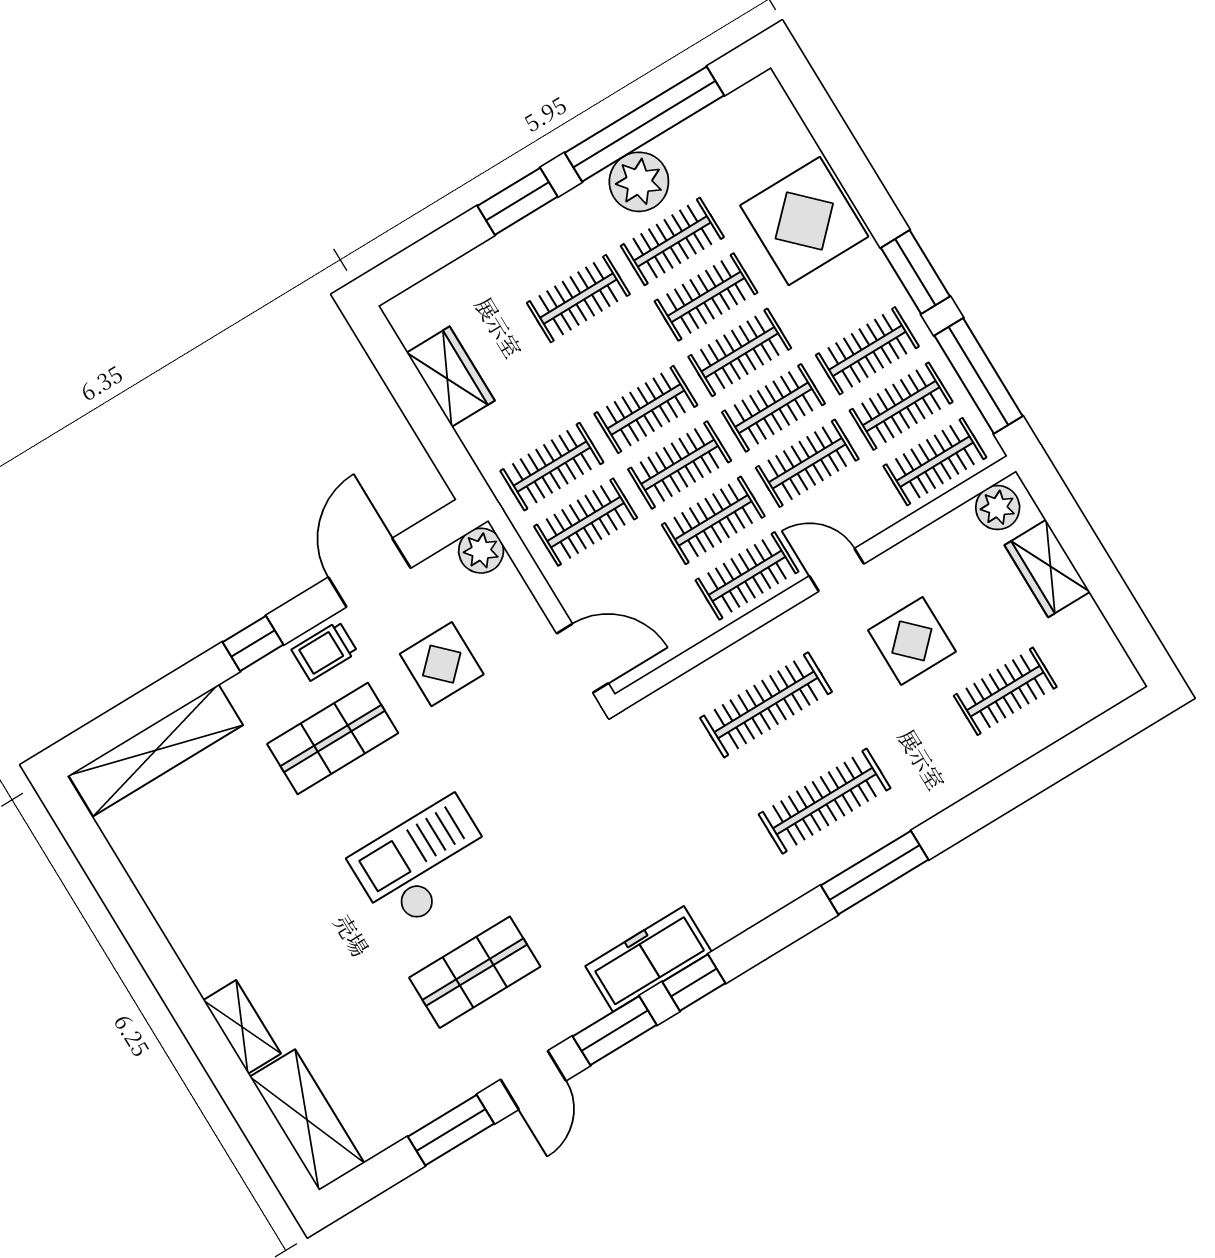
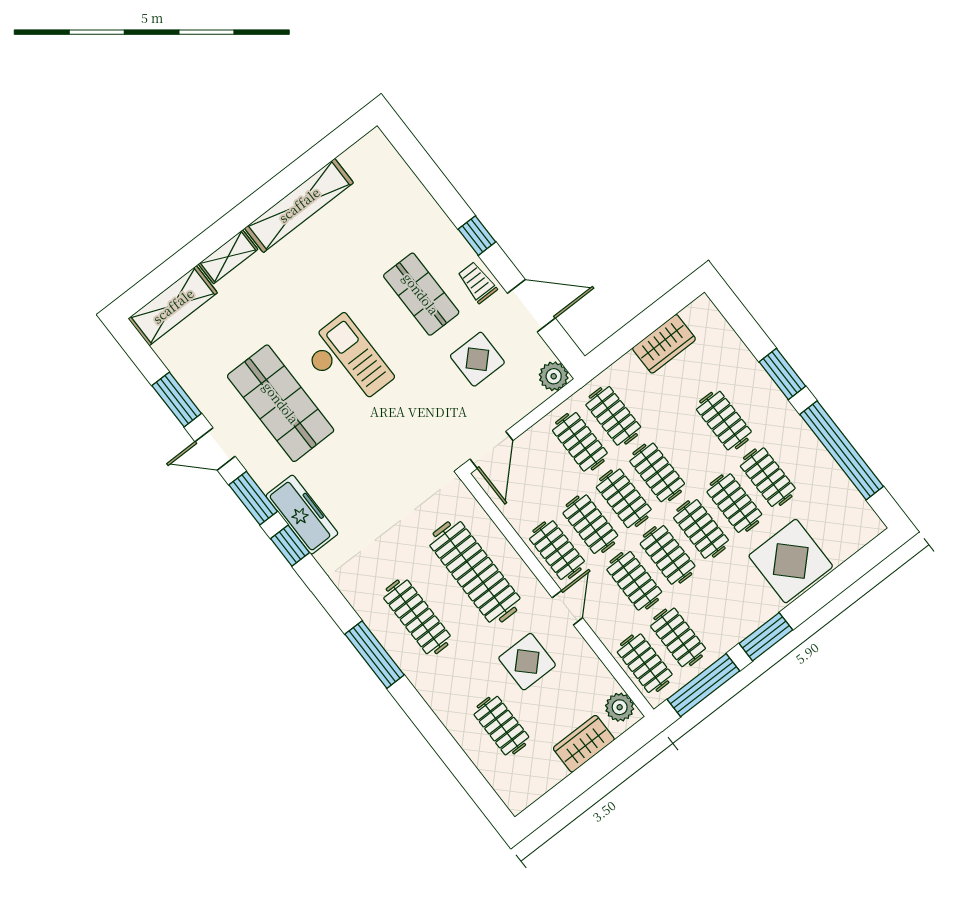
plant: (639, 182) -> (804, 451), removed
clothes rail: (867, 351) -> (711, 611), removed
clothes rail: (766, 705) -> (475, 572), width x1.37, depth x1.31
shelving: (156, 750) -> (299, 205), moved, turned 90
shop shelf: (475, 972) -> (281, 403), width x1.43, depth x1.36

